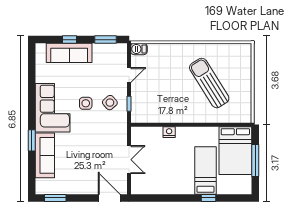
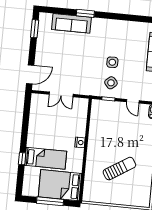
sun lounger: (209, 83) -> (119, 169), width x0.73, depth x0.75
corner sofa: (53, 108) -> (111, 34), removed
nightstand: (169, 132) -> (80, 142), moved

